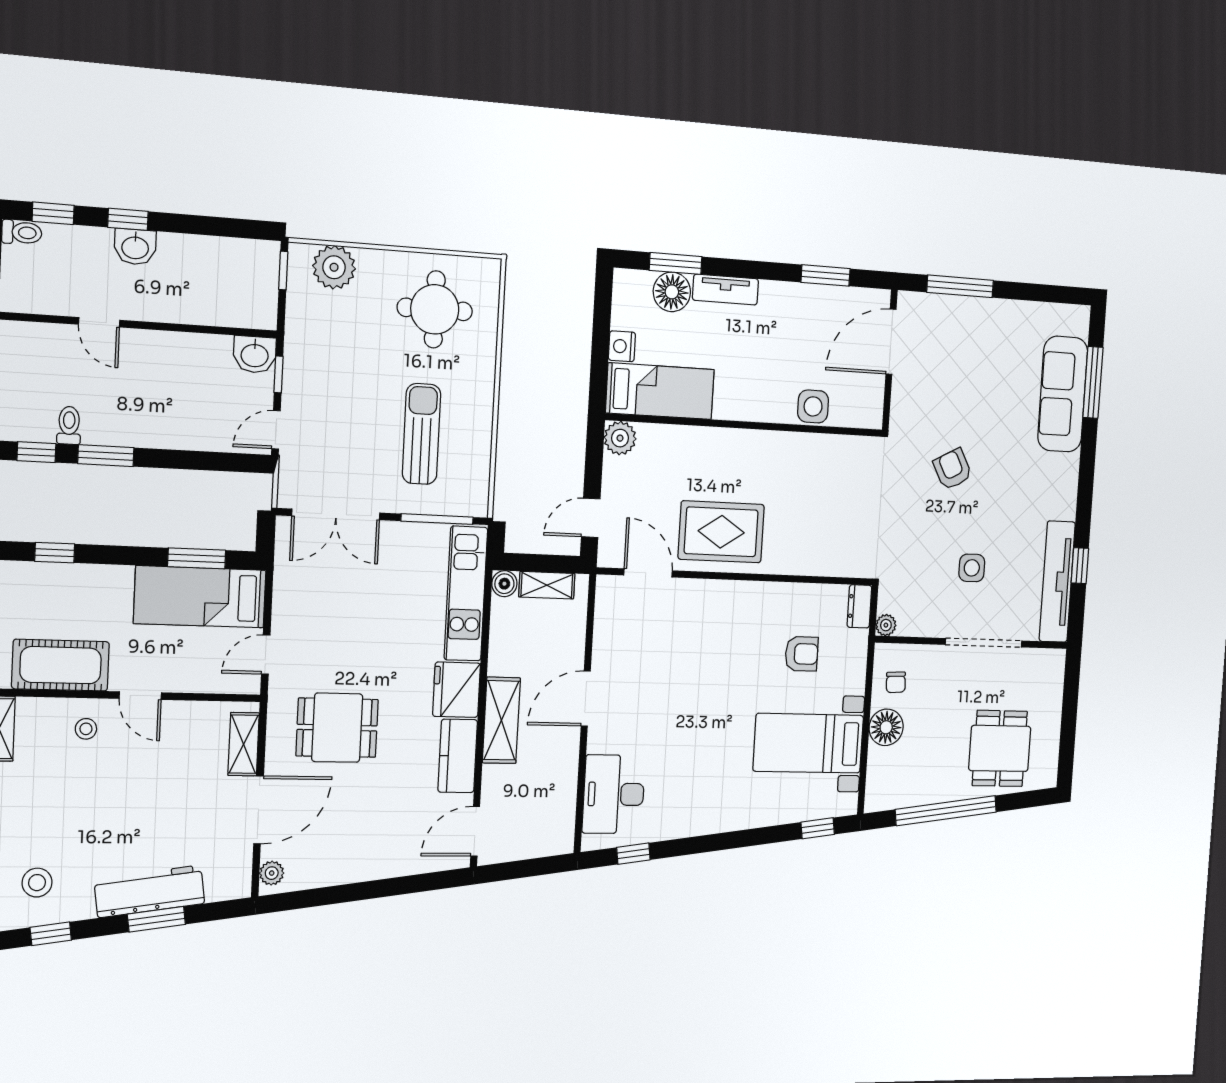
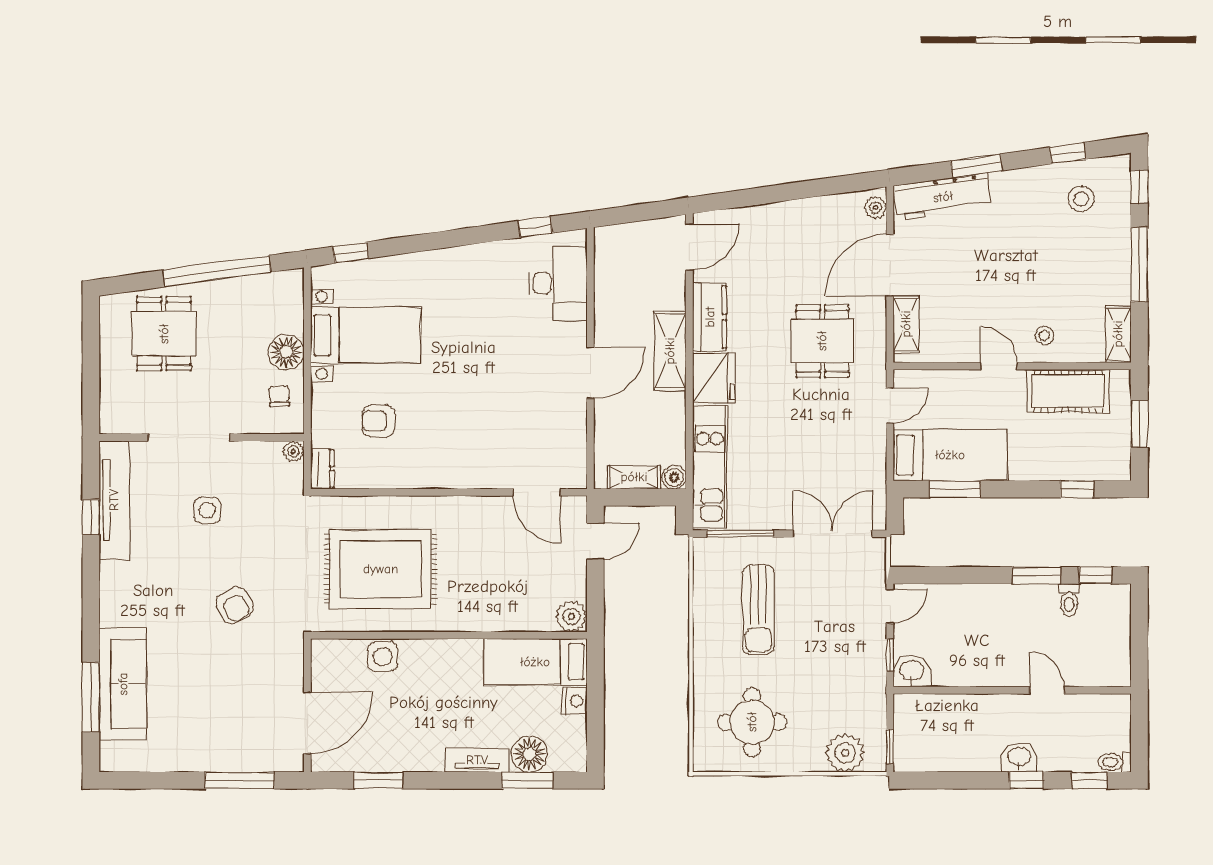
rug: (721, 532) -> (381, 569), moved, width x1.37, depth x1.44
dining table: (337, 728) -> (822, 341), turned 90
workbench: (150, 891) -> (943, 197), moved

